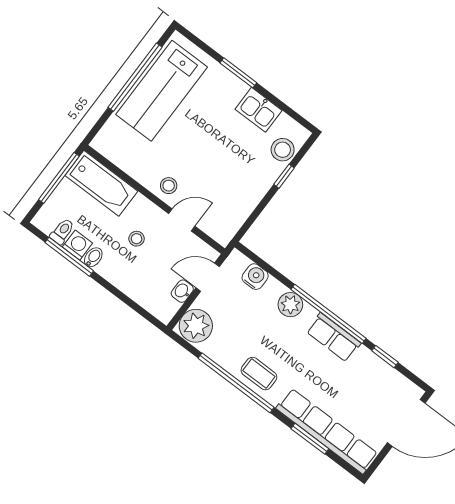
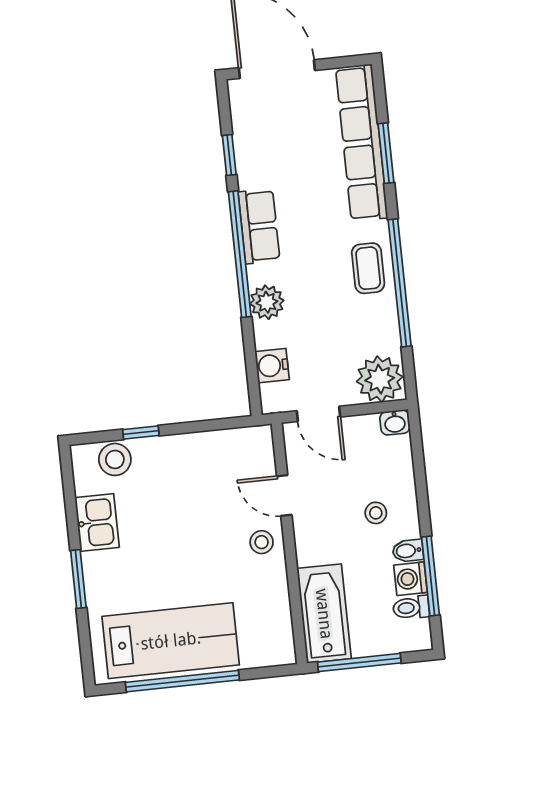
stool: (137, 239) -> (376, 513), moved
washbasin: (182, 291) -> (395, 422), moved

